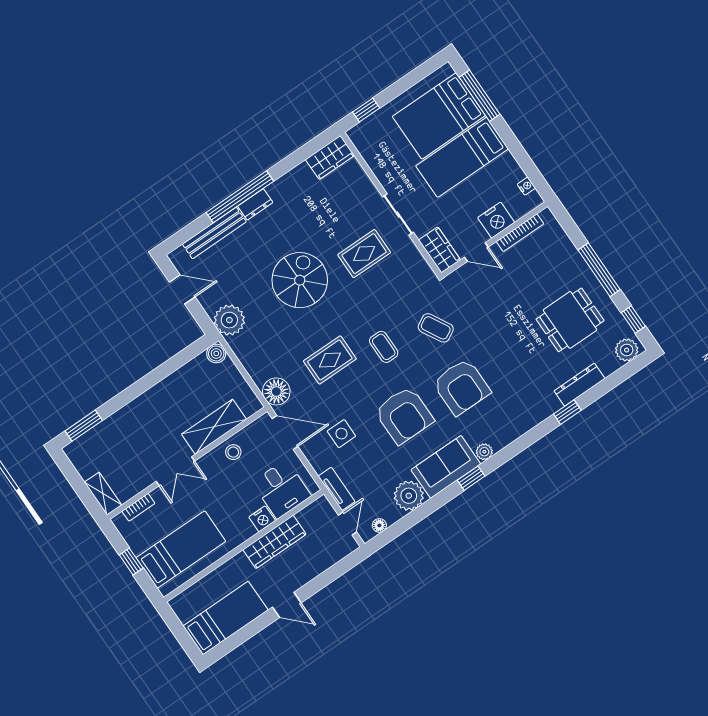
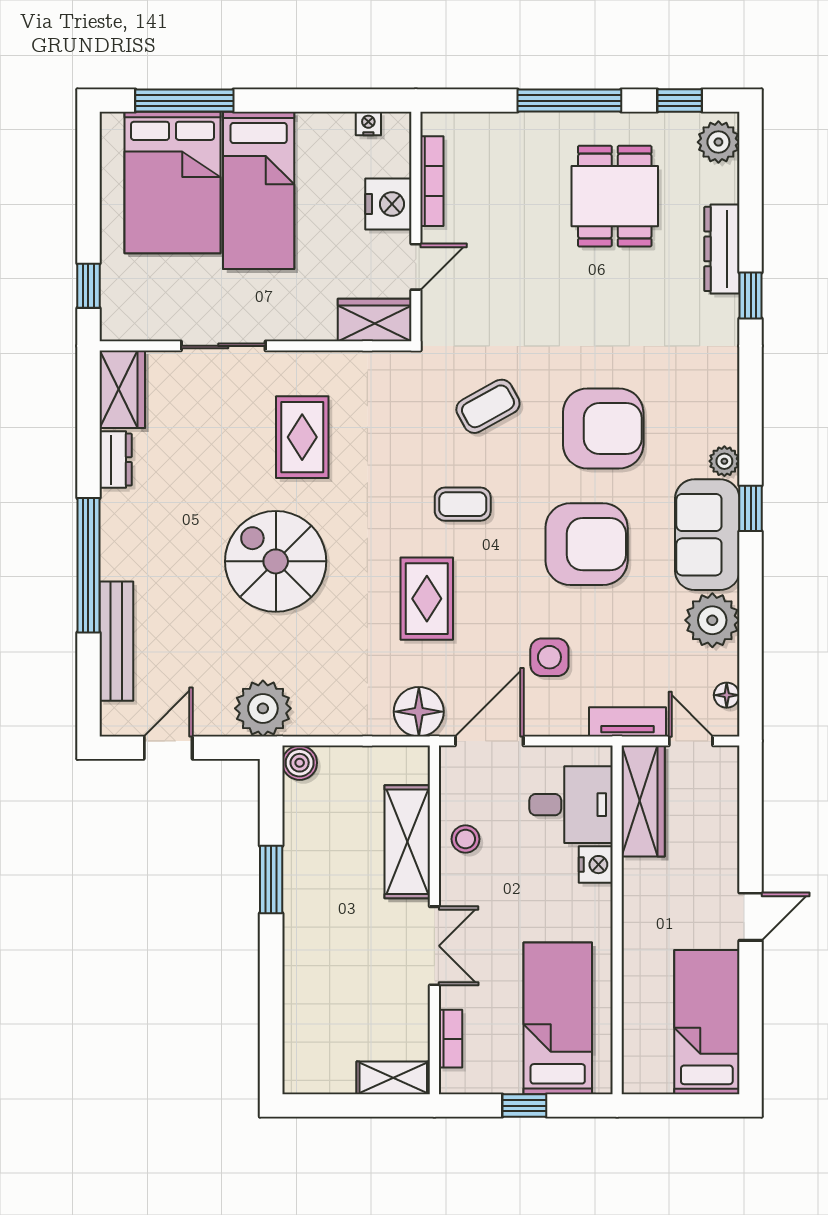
dresser: (255, 204) -> (116, 460), moved
sliding door: (398, 214) -> (223, 346), moved
window: (84, 426) -> (271, 879), moved
wardrobe: (274, 542) -> (643, 801), moved

